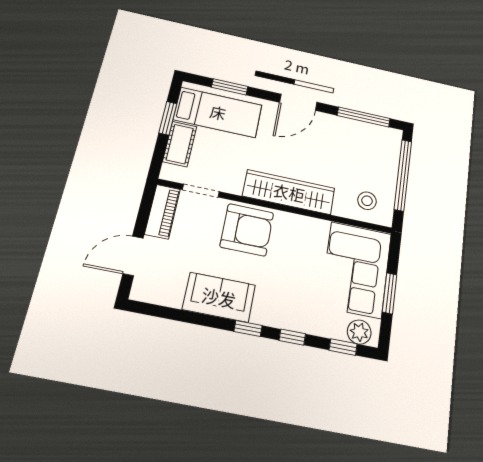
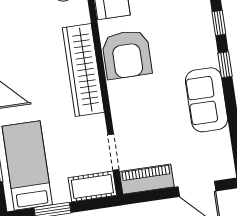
cot: (180, 144) -> (92, 186), moved
armchair: (247, 230) -> (127, 54), moved, turned 180

